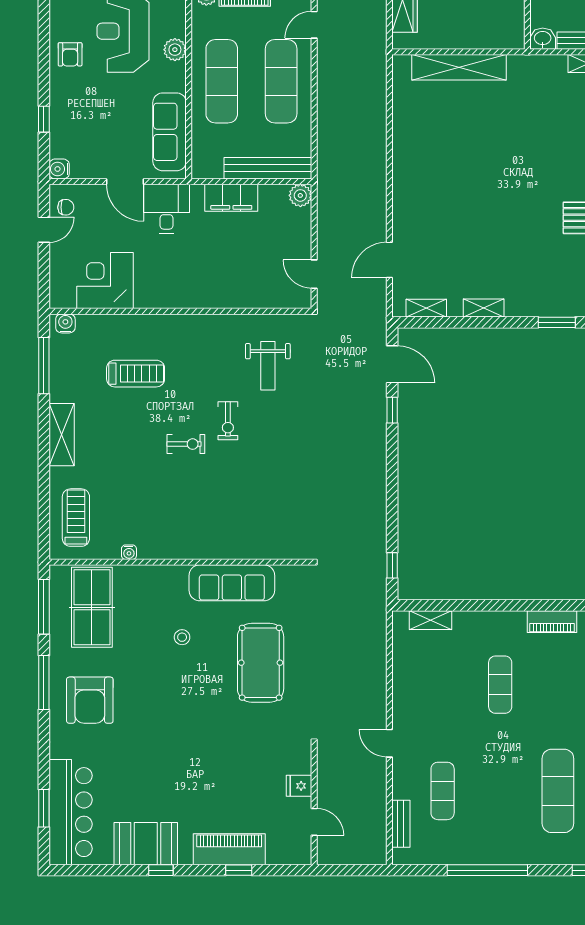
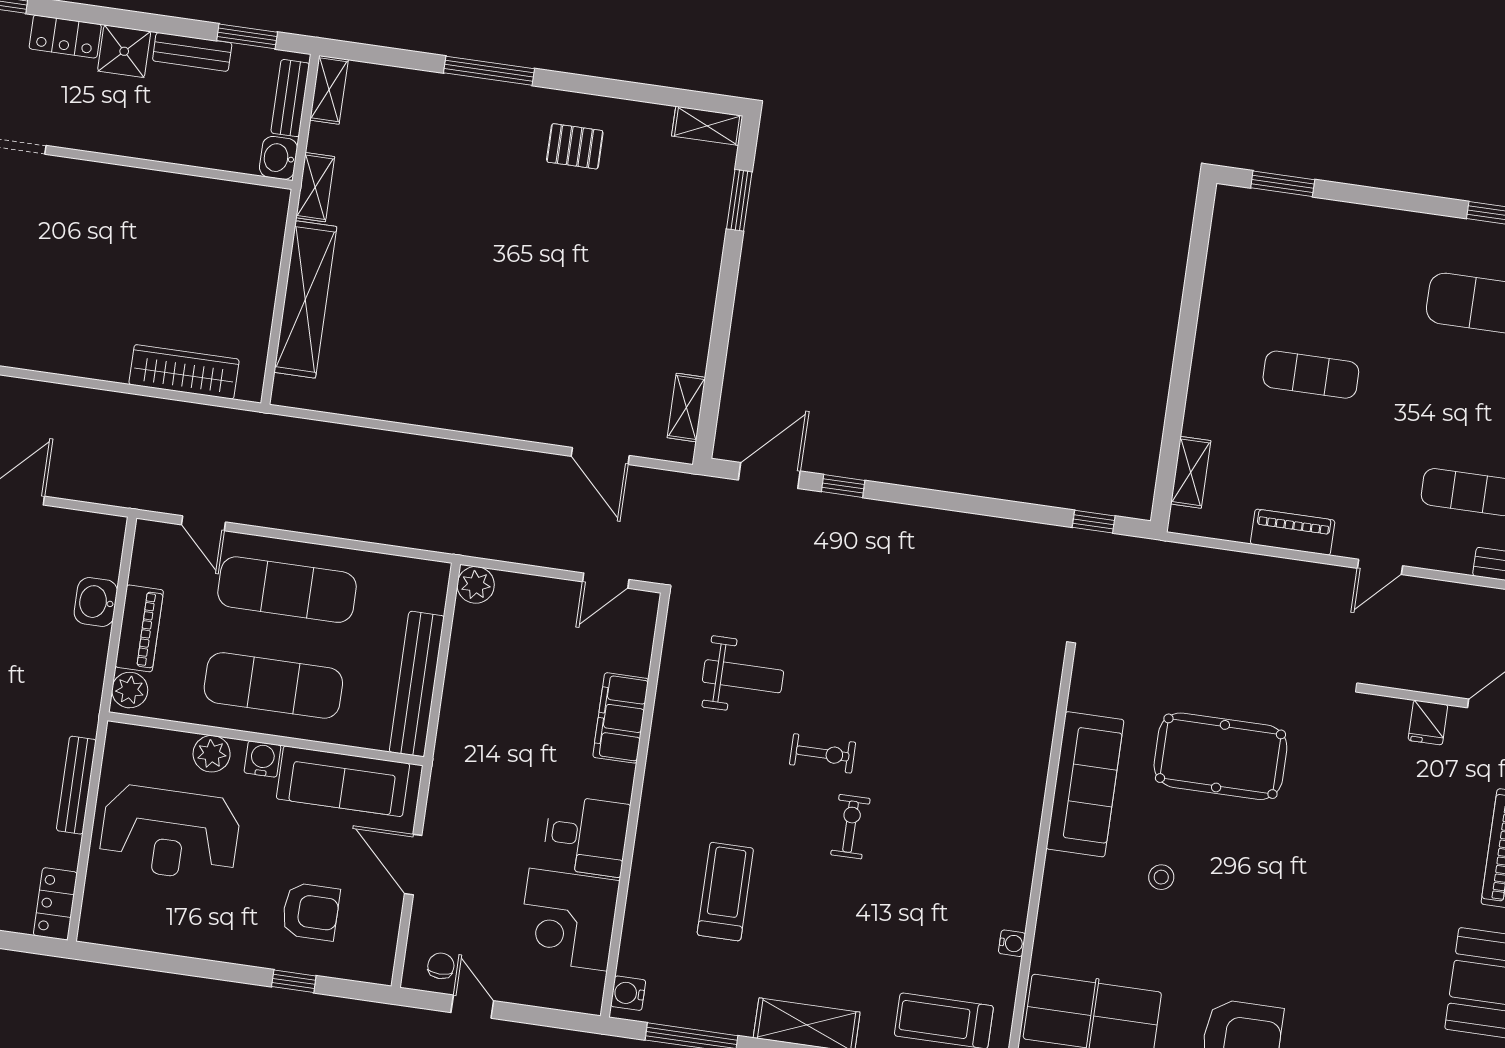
armchair: (70, 54) -> (311, 912), moved, width x1.38, depth x1.38
bench: (268, 168) -> (417, 684), moved
water cooler: (59, 169) -> (262, 759), moved, turned 180
door: (125, 182) -> (413, 865), swing flipped
filing cabinet: (231, 198) -> (621, 718), moved, turned 180
desk: (166, 209) -> (586, 836), moved, turned 180
shelving: (484, 308) -> (315, 187), moved
piano: (552, 622) -> (1293, 532), moved, turned -90

